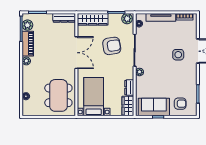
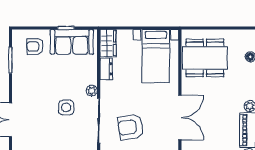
double door: (76, 53) -> (180, 118), swing flipped
side table: (178, 55) -> (66, 107), moved
dining table: (58, 95) -> (205, 58), turned 90

